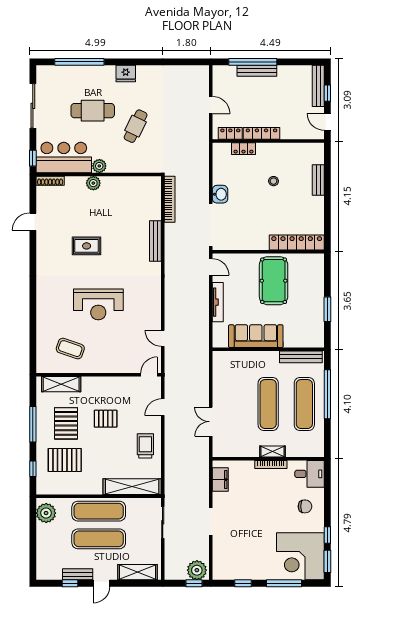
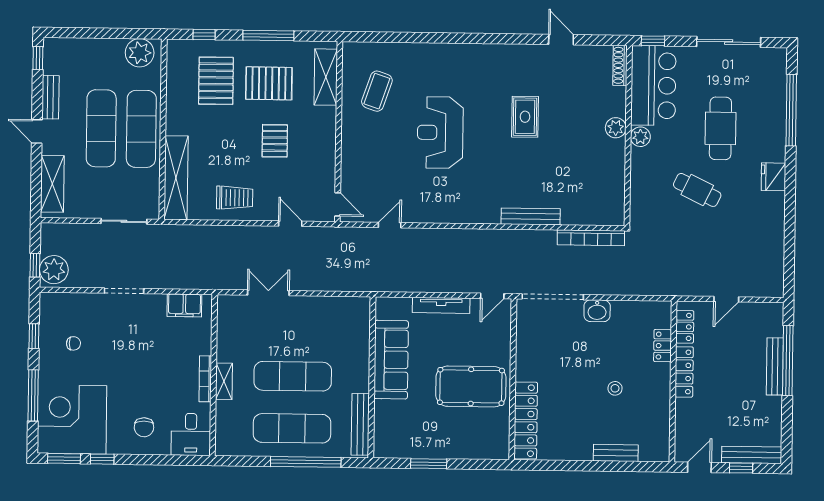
chair: (248, 556) -> (73, 343), added
window: (70, 583) -> (38, 58), moved

